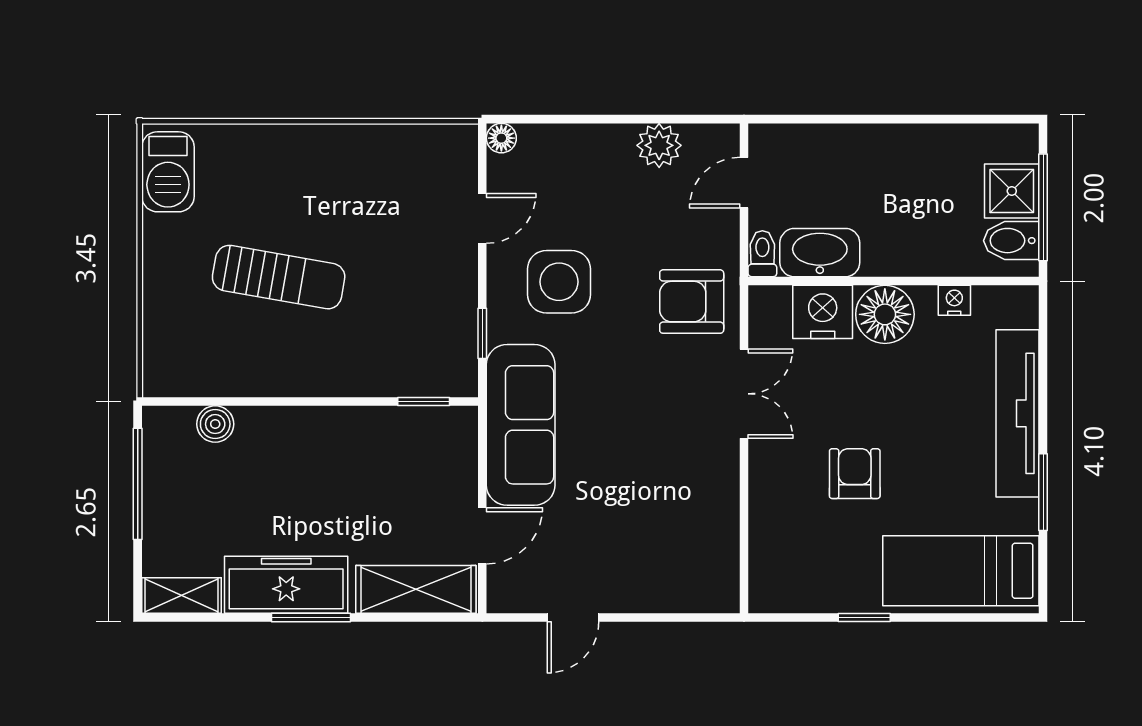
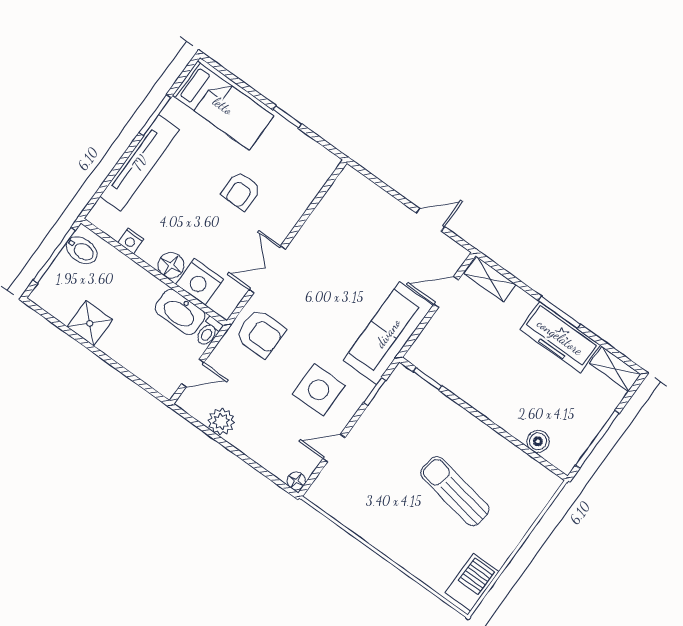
shower: (1012, 191) -> (90, 323), moved
floor lamp: (885, 314) -> (171, 265), width x0.73, depth x0.73
shelving: (416, 589) -> (490, 279), width x0.67, depth x0.75

